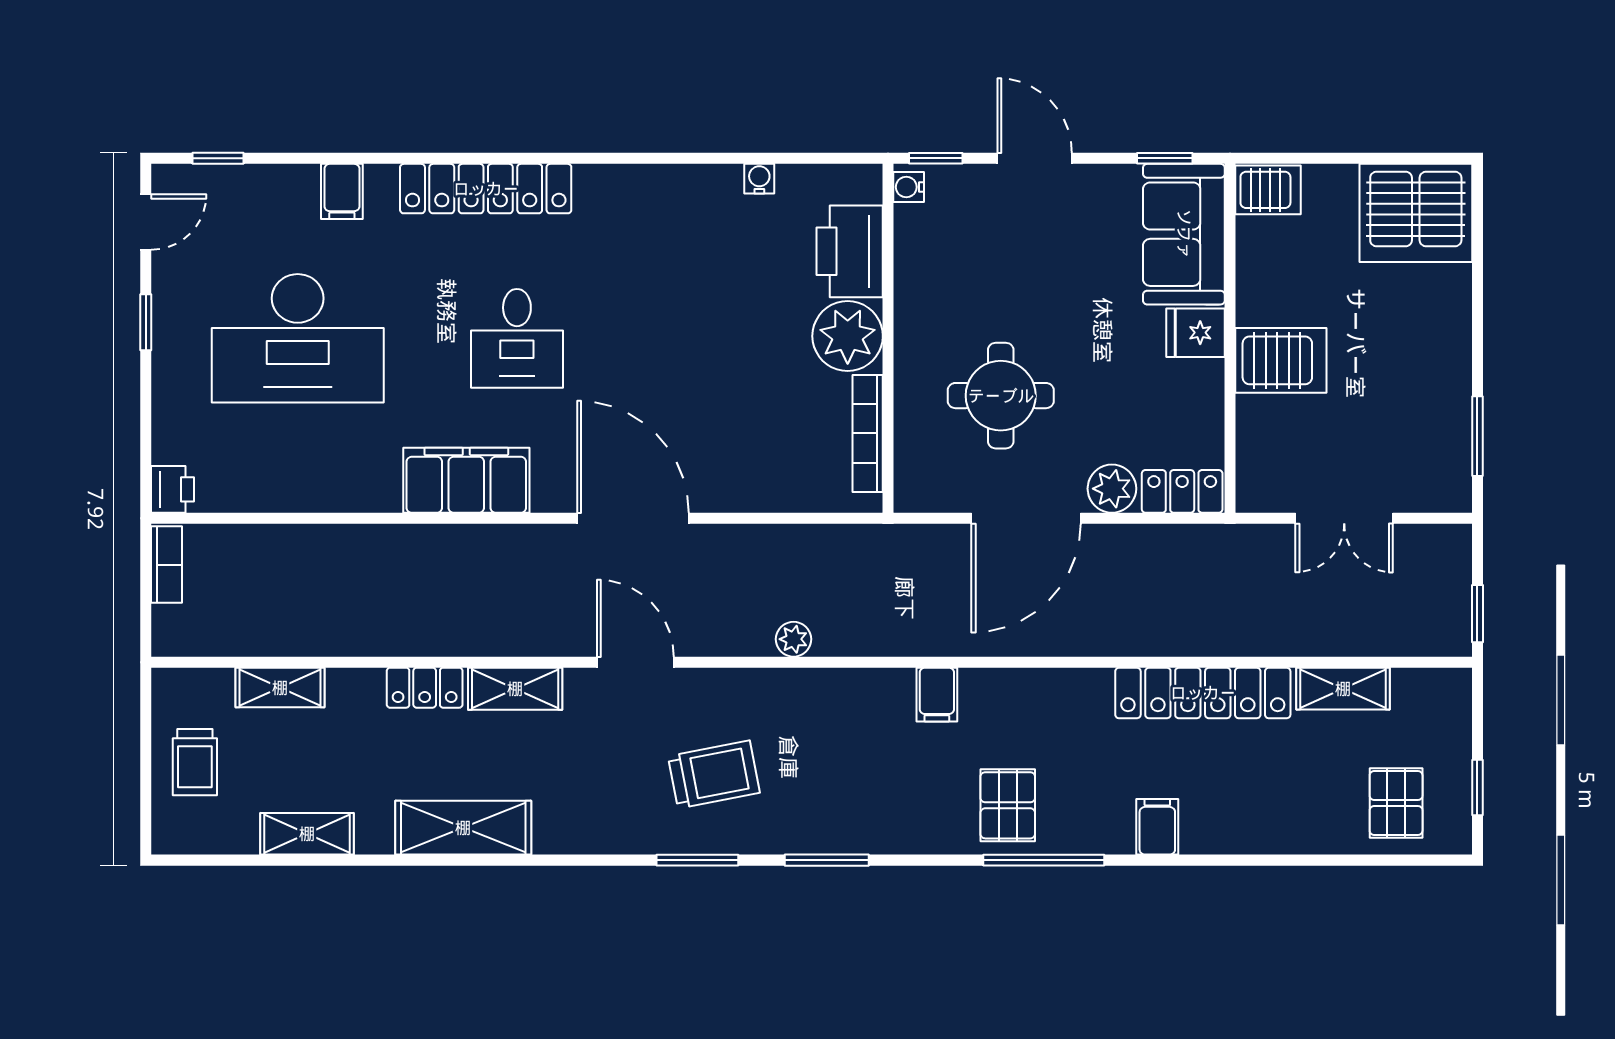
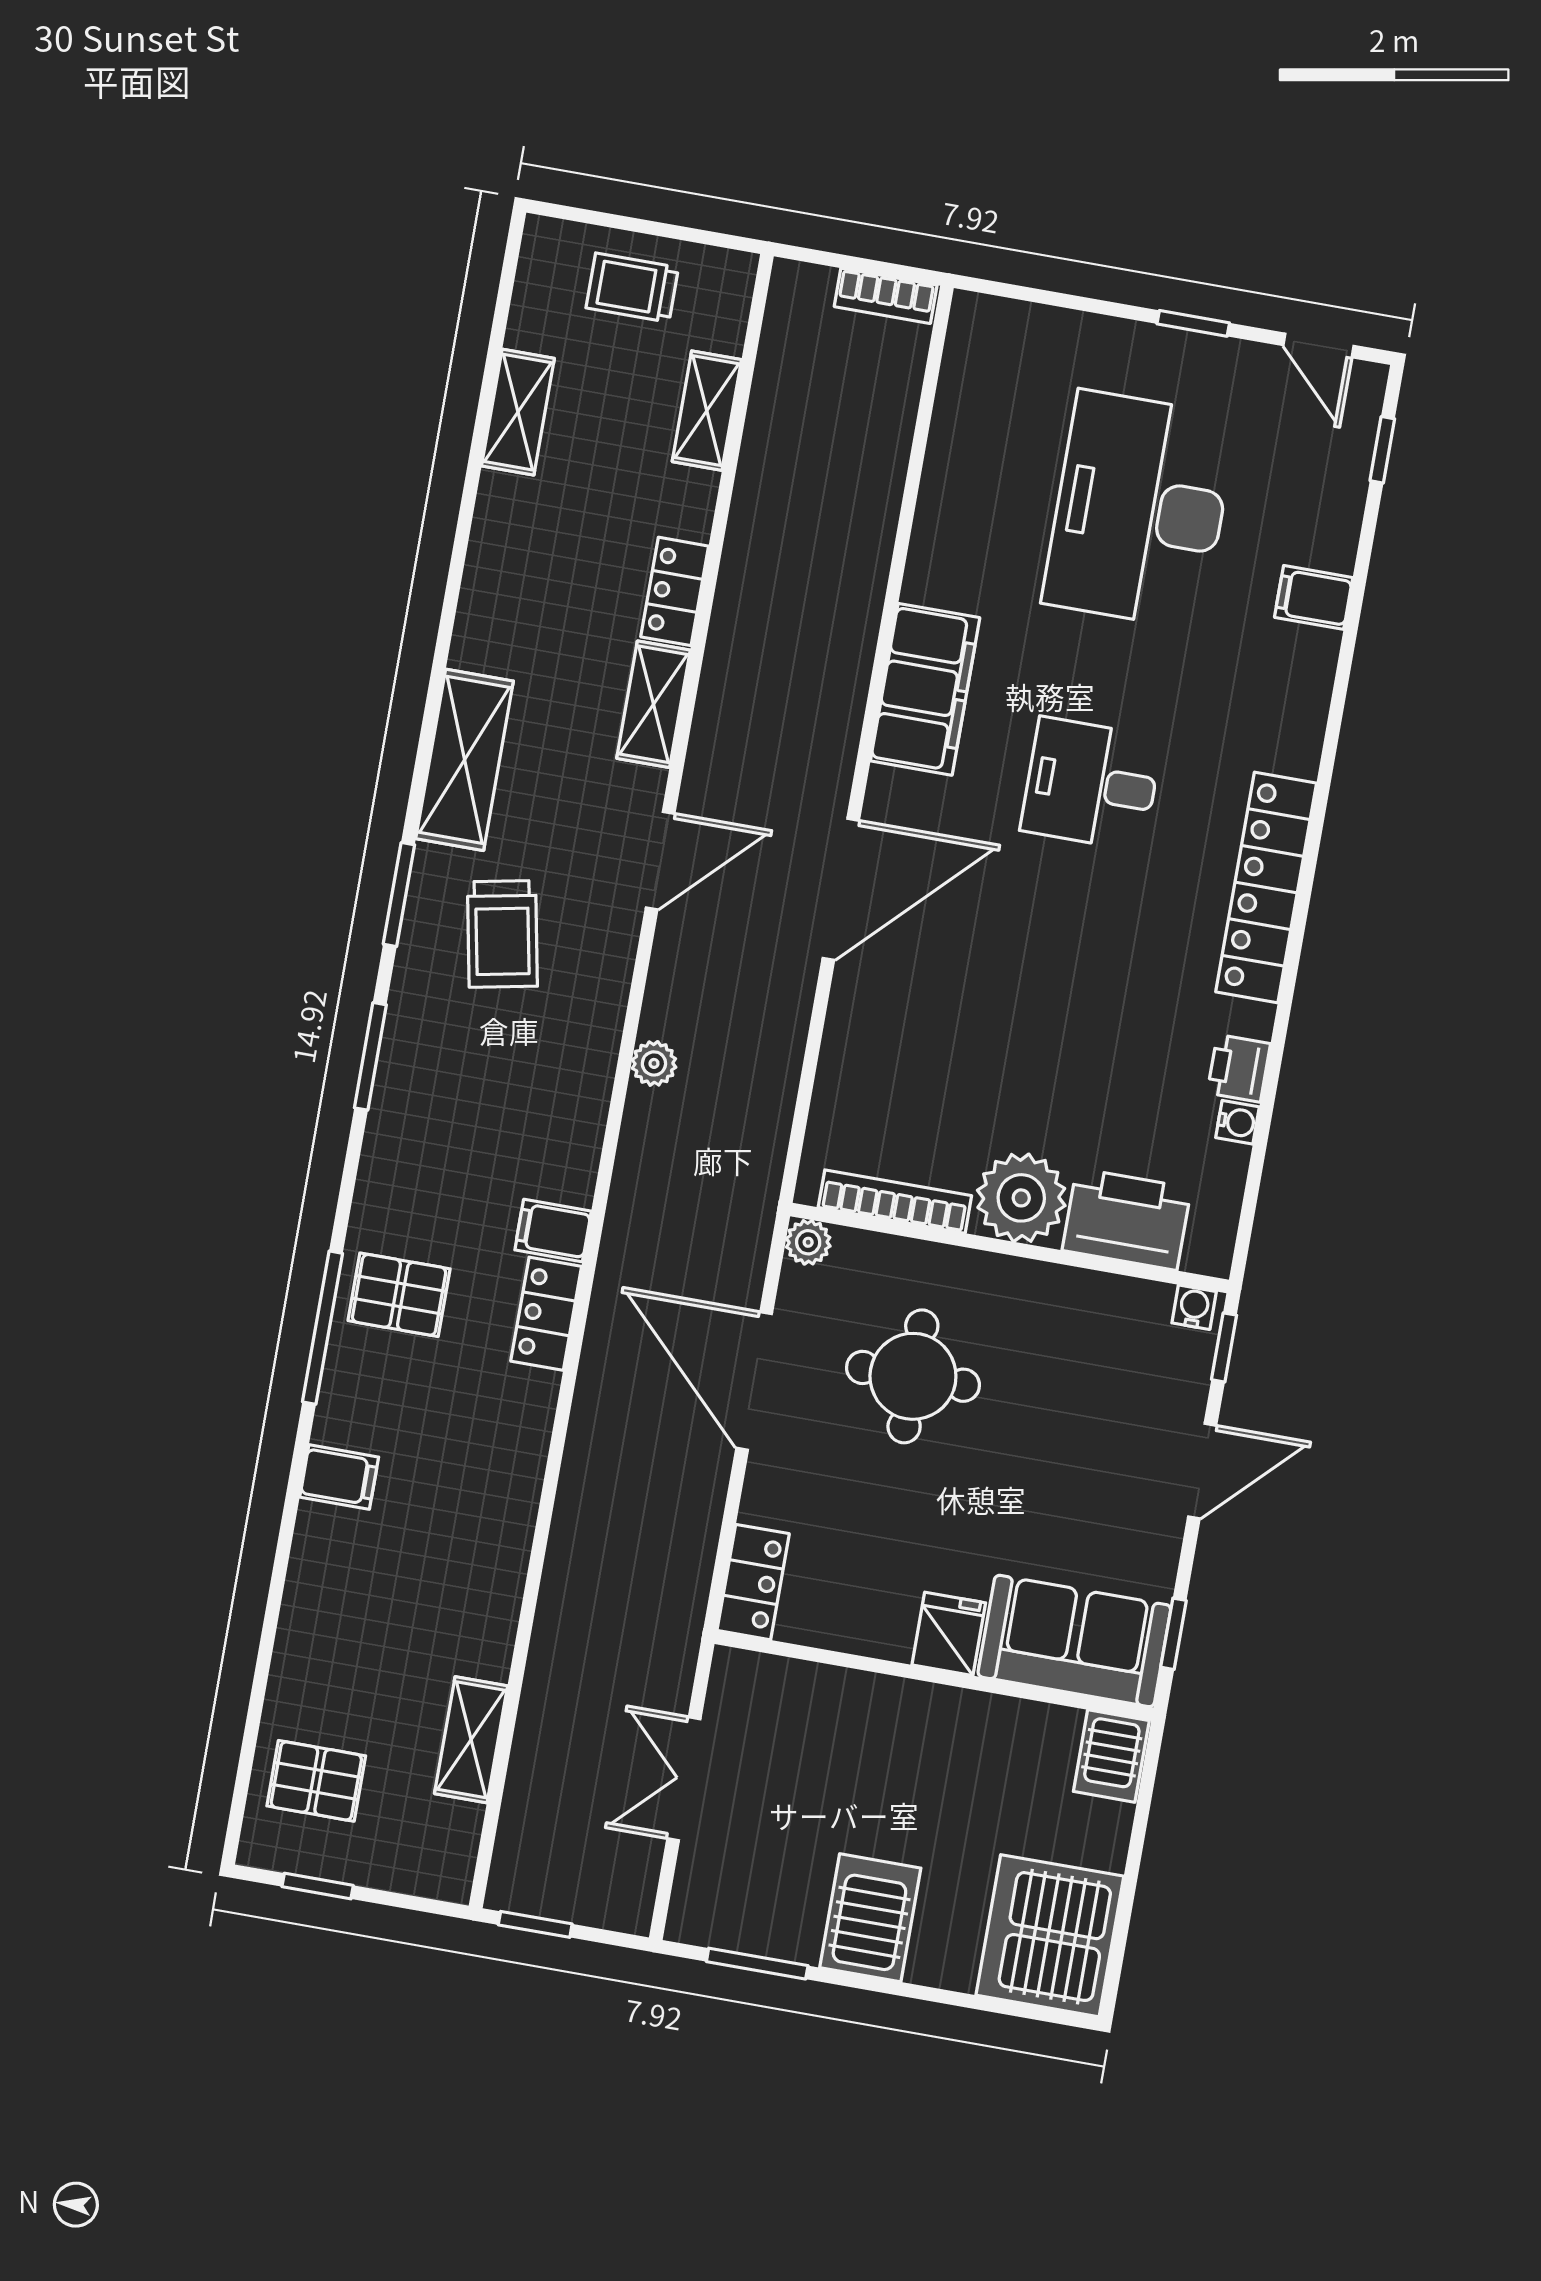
locker: (486, 189) -> (1266, 887), moved
server rack: (1281, 360) -> (870, 1918), moved, turned 180
printer: (173, 489) -> (1239, 1068), moved, turned 90
plant: (1112, 489) -> (808, 1242), moved, width x0.73, depth x0.73
locker: (1203, 693) -> (546, 1314), moved, width x0.46, depth x0.83
shelving: (463, 828) -> (465, 760), moved

